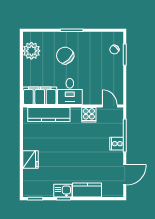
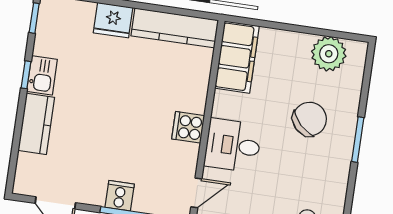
desk: (70, 91) -> (233, 145), moved
kitchen counter: (49, 114) -> (175, 28), moved, turned -90
cooker: (89, 115) -> (188, 127), moved

